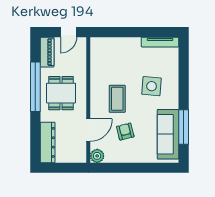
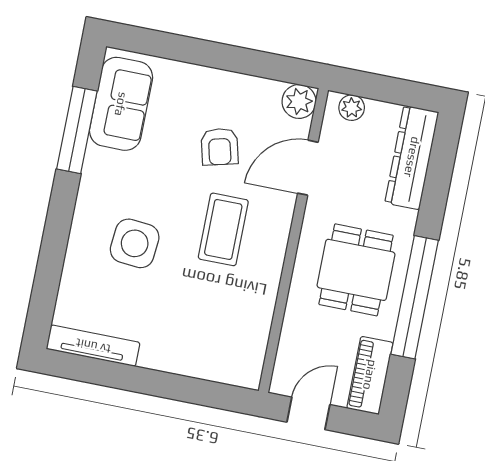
sofa: (168, 134) -> (121, 104), width x0.73
plant: (76, 158) -> (352, 108), added

